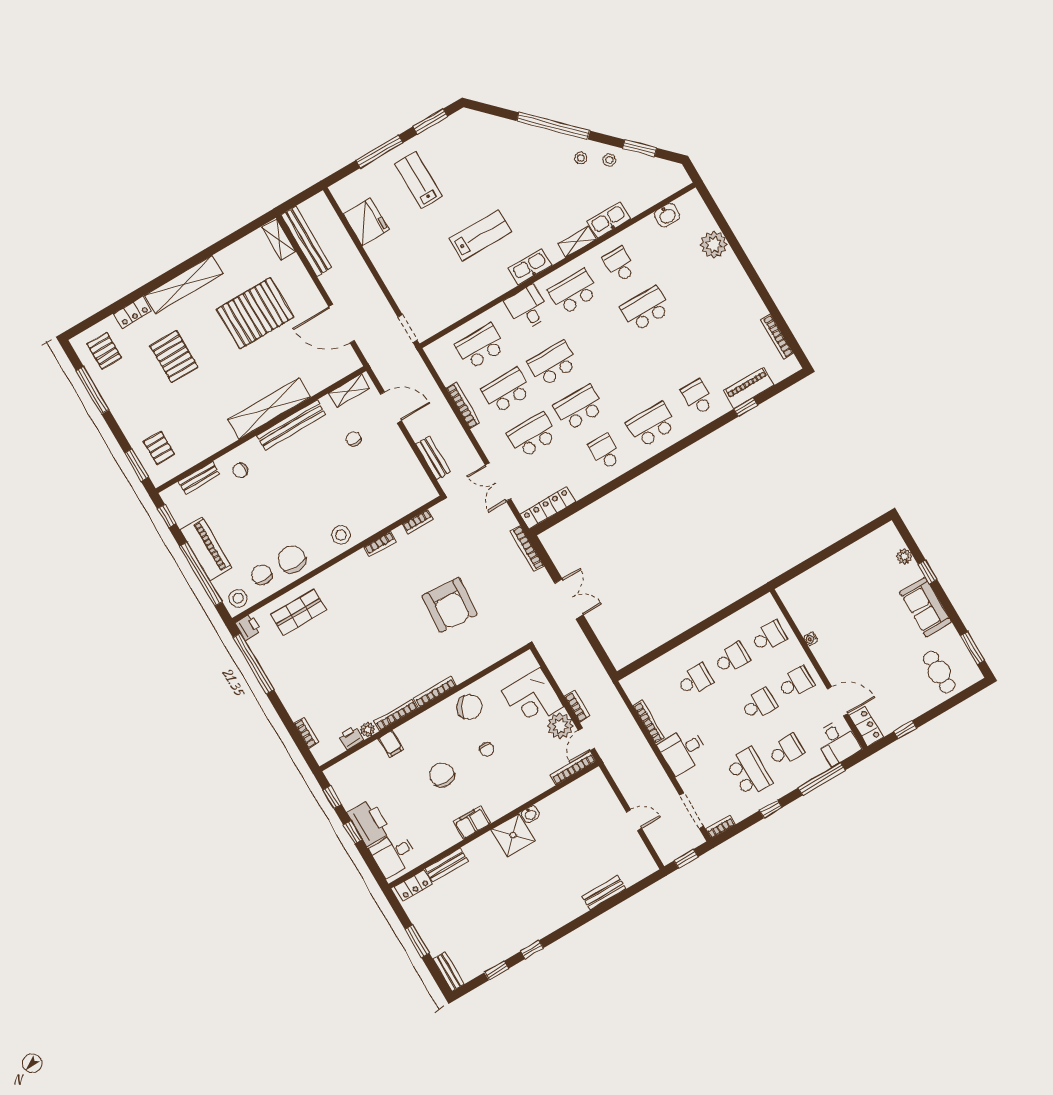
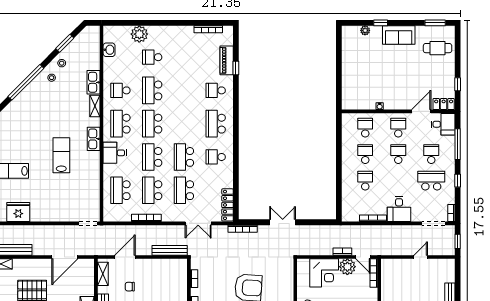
school desk: (692, 282) -> (152, 57), added
school desk: (599, 336) -> (152, 124), added
bench: (433, 458) -> (170, 250), width x1.36

